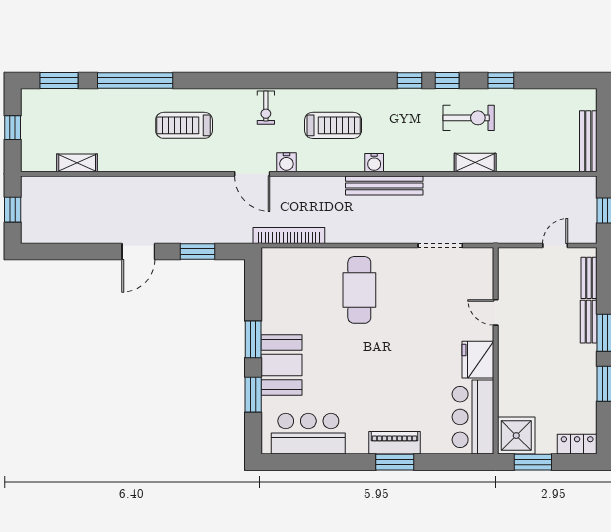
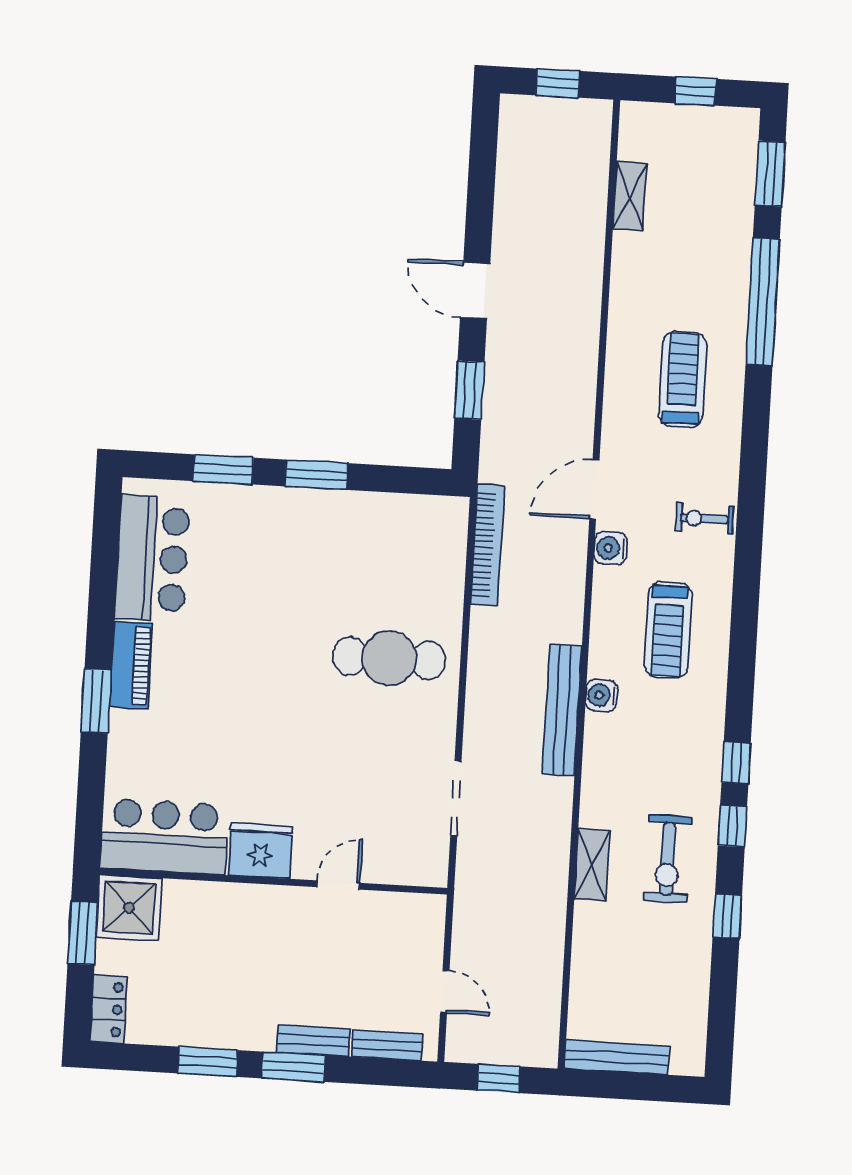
booth: (281, 365) -> (270, 520), removed
piano: (394, 443) -> (131, 665), moved

